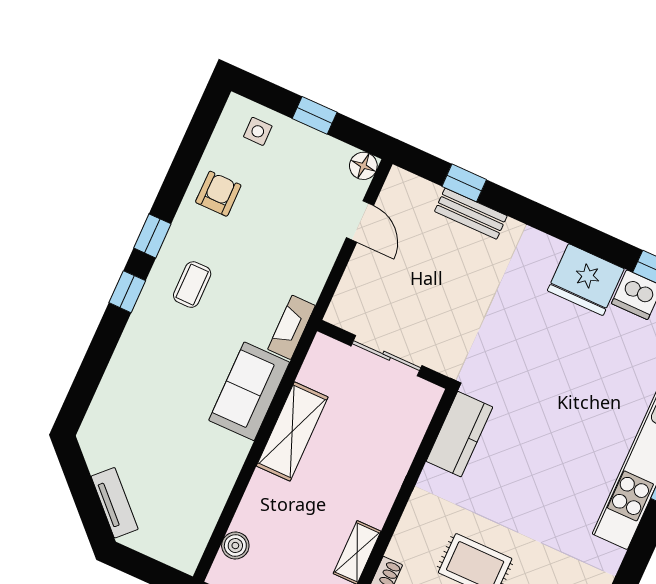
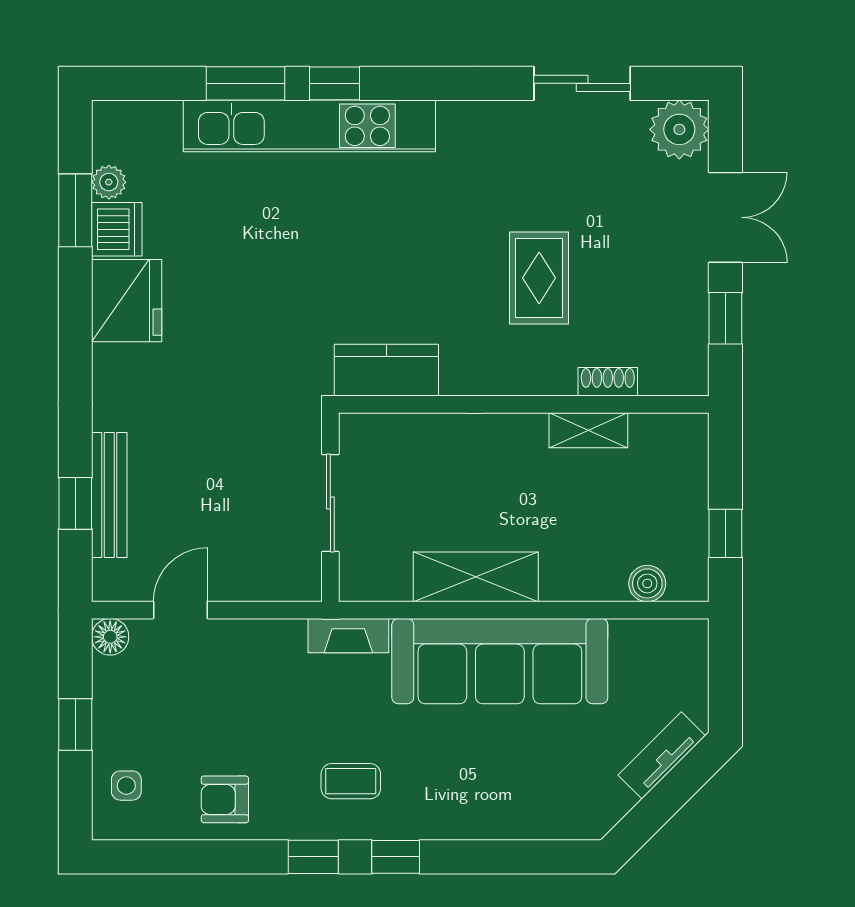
bench: (471, 214) -> (109, 495), width x1.36
sofa: (249, 391) -> (500, 661), width x1.85, depth x1.27

